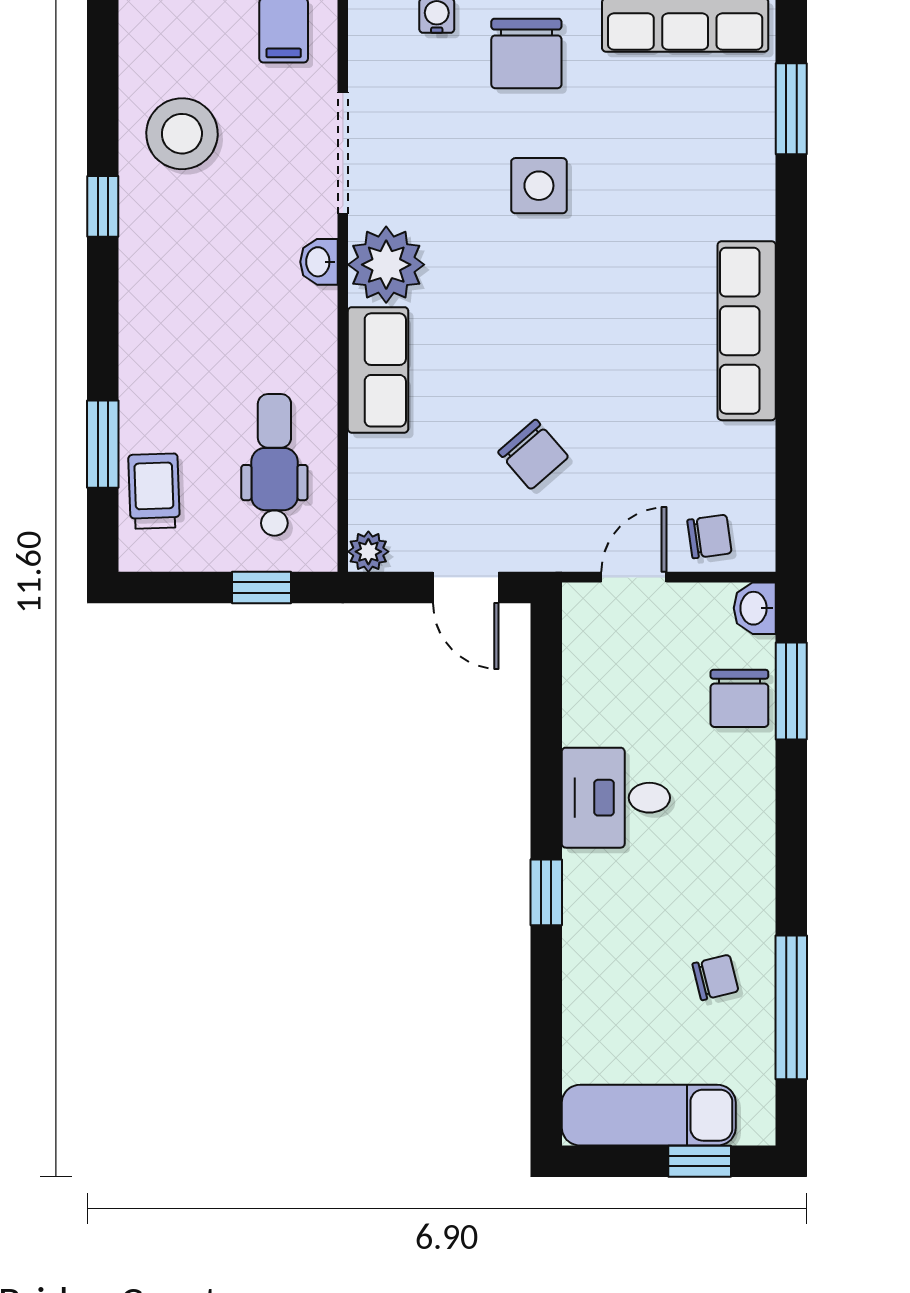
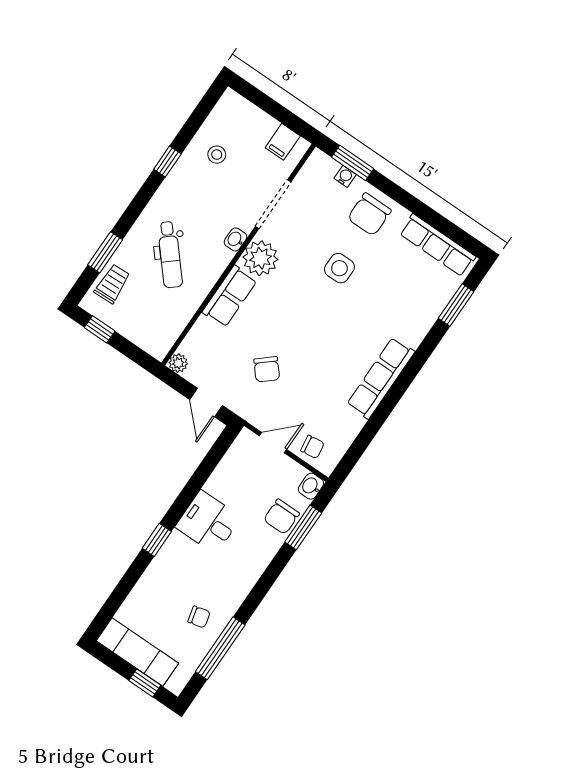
stool: (182, 134) -> (217, 155), width x0.53, depth x0.53
dental chair: (274, 465) -> (170, 255), moved, turned 139
window: (261, 588) -> (100, 329), moved

